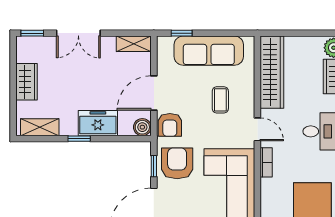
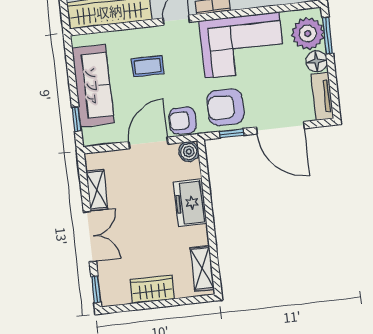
shelving: (134, 44) -> (97, 190), moved
door: (154, 93) -> (148, 143), swing flipped
armchair: (170, 125) -> (183, 121), turned 180
window: (79, 139) -> (210, 222), removed

